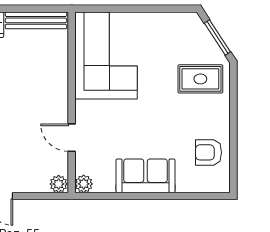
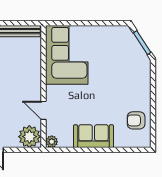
rug: (200, 79) -> (131, 71), removed
plant: (59, 184) -> (29, 137), width x1.88, depth x1.88

